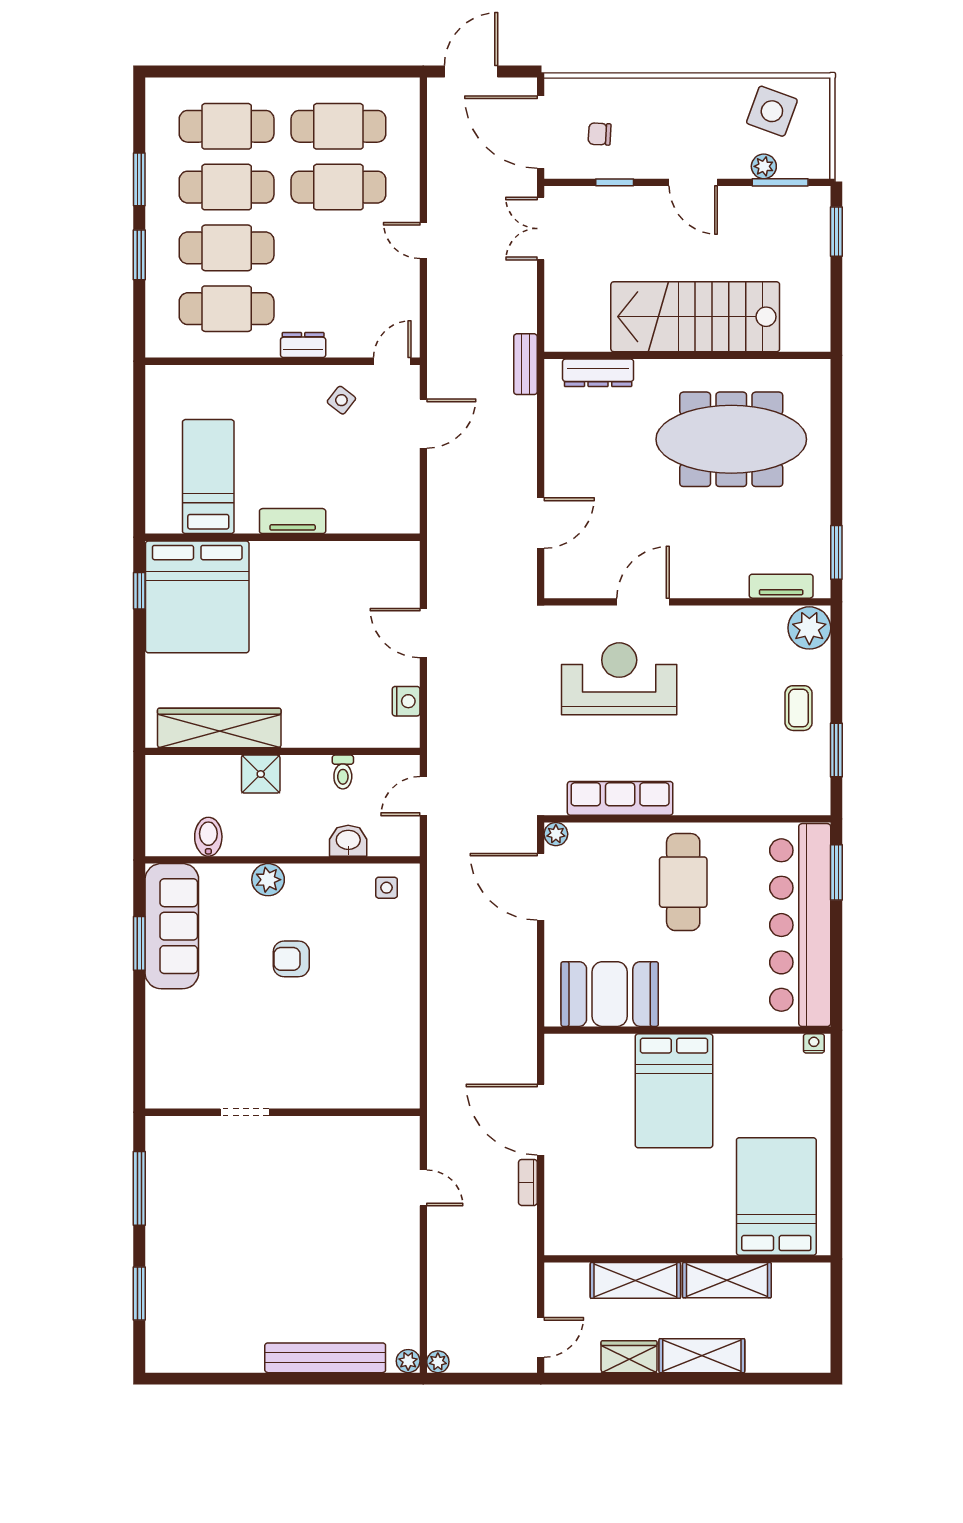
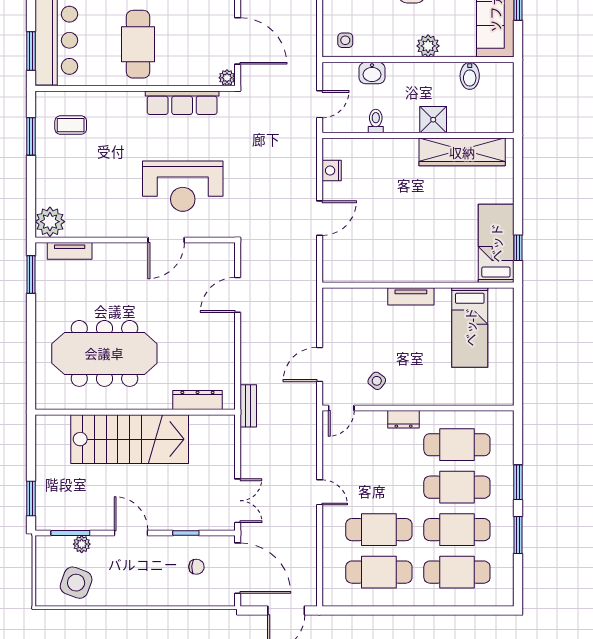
bed: (197, 597) -> (496, 243), width x0.49
door: (423, 633) -> (320, 218), hinge flipped
coffee table: (799, 708) -> (71, 125), moved, turned 90

